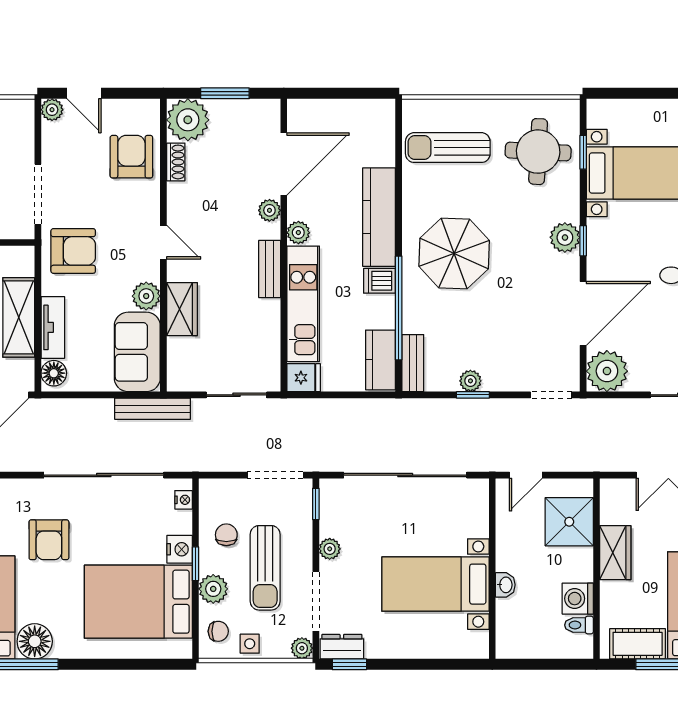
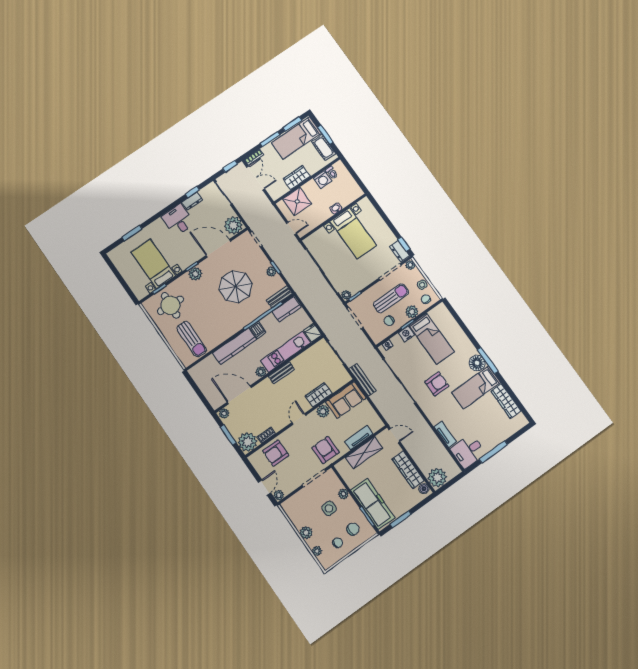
plant: (269, 210) -> (224, 413), moved
parasol: (454, 253) -> (236, 287), moved
floor lamp: (54, 373) -> (375, 425), removed
plant: (330, 549) -> (346, 295), moved
bed: (138, 602) -> (432, 339), width x0.67

